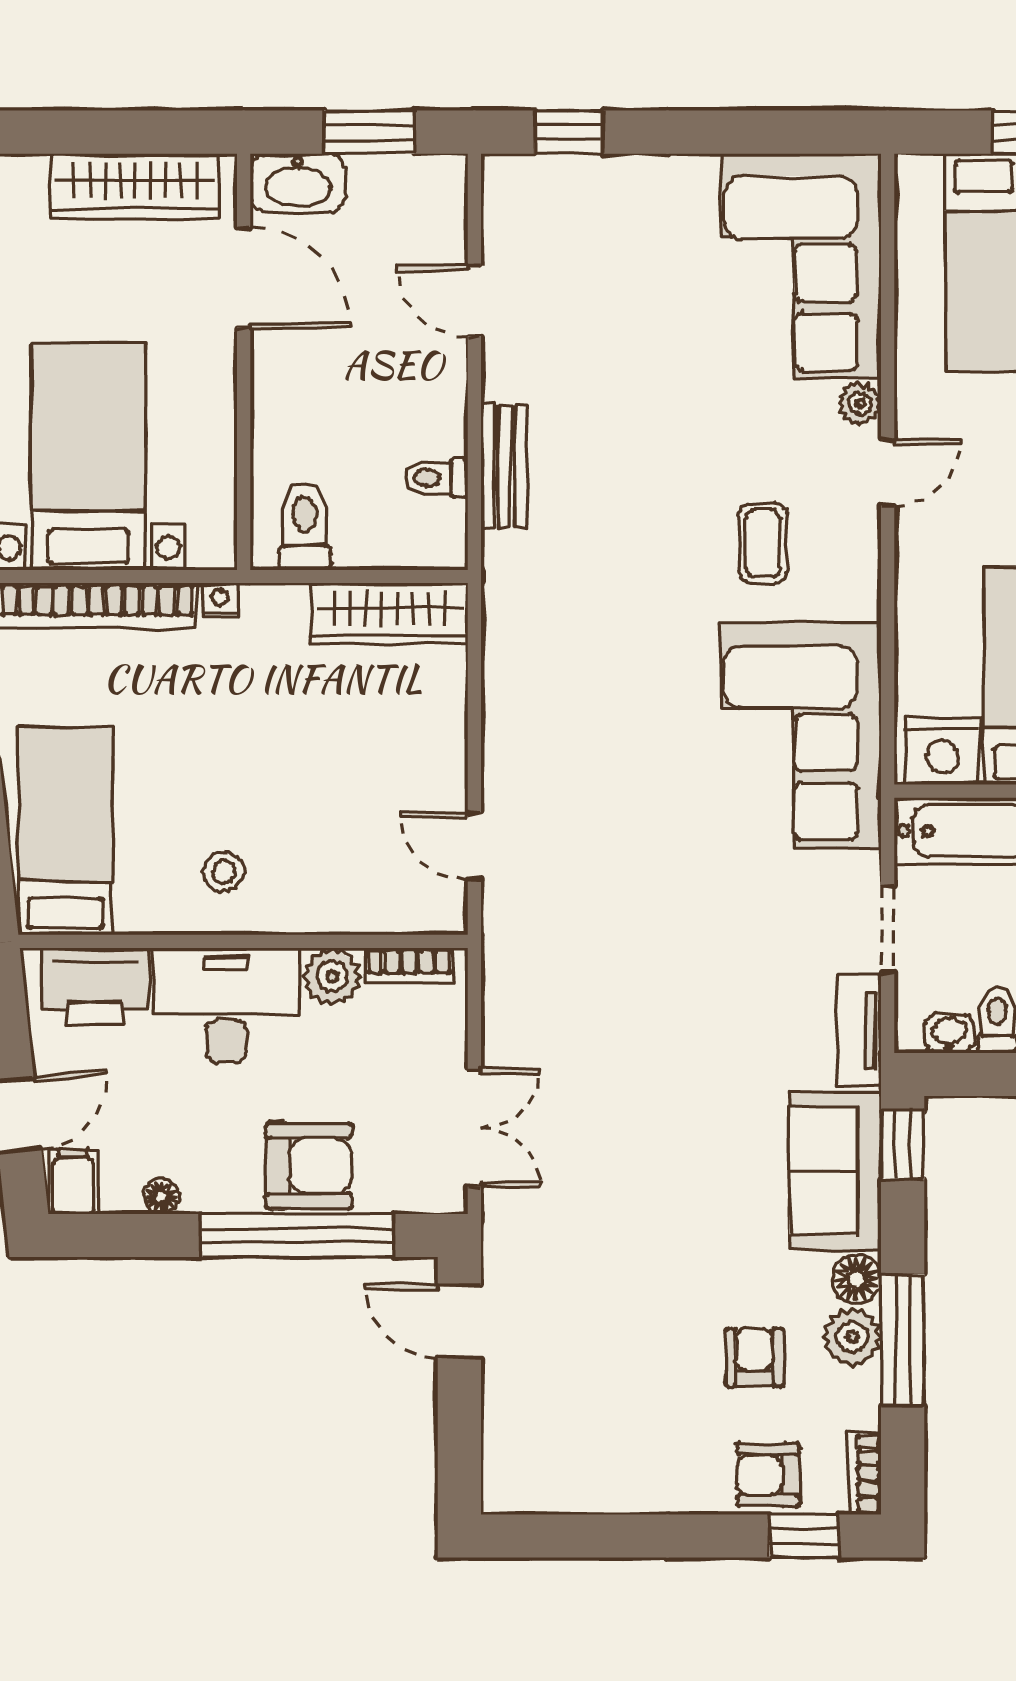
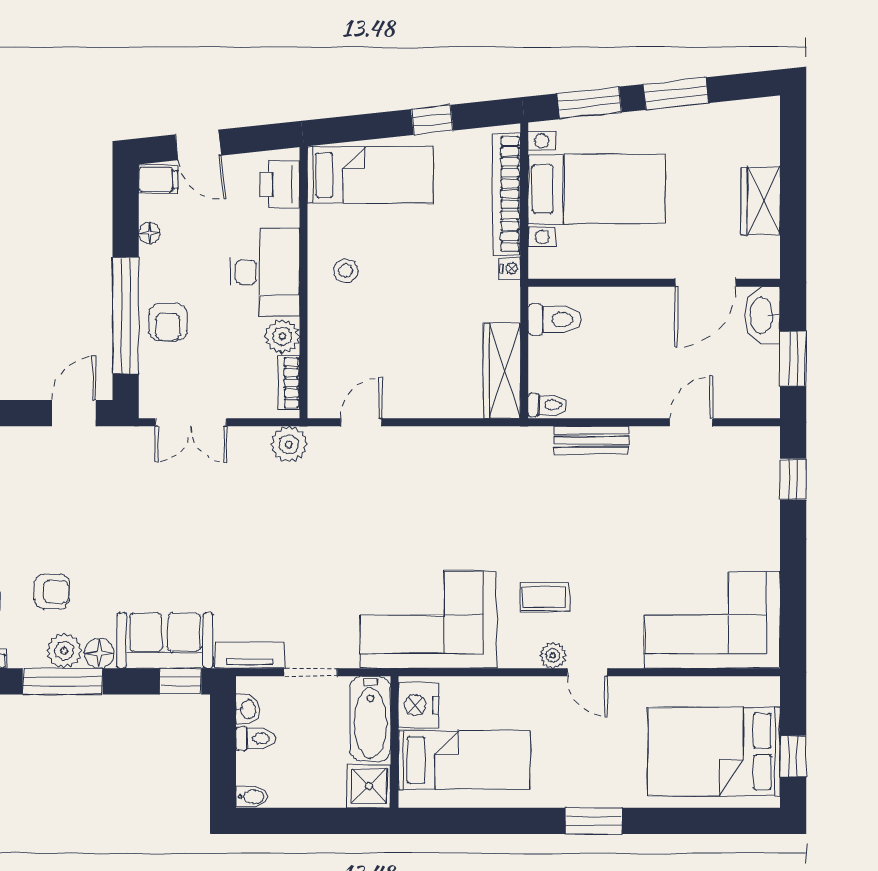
wardrobe: (135, 186) -> (760, 200), width x0.67
plant: (860, 404) -> (553, 655), moved
toilet: (436, 478) -> (547, 405), moved, turned 90
plant: (511, 966) -> (289, 444), added
printer: (95, 986) -> (280, 184), width x0.73, depth x0.84
armchair: (309, 1166) -> (168, 322), width x0.72, depth x0.72

